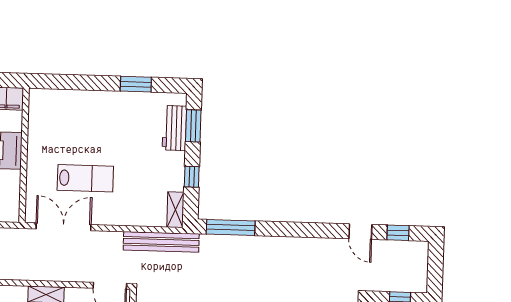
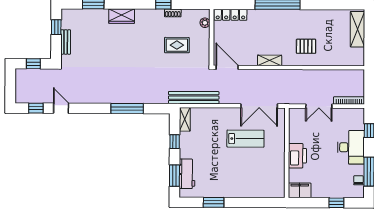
lab bench: (85, 178) -> (245, 139), turned 180
window: (231, 228) -> (127, 108), moved

